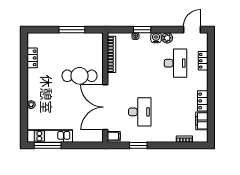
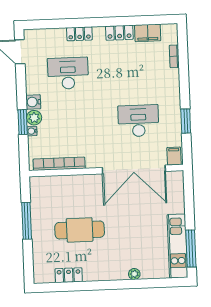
plant: (167, 38) -> (34, 118), moved
locker: (203, 61) -> (79, 34), moved
cafe table: (79, 76) -> (80, 230), moved, turned 90

